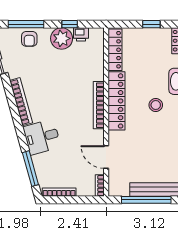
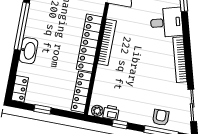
plant: (62, 38) -> (97, 111), moved, width x0.53, depth x0.53
stool: (156, 105) -> (53, 32), removed

